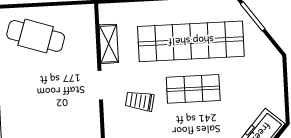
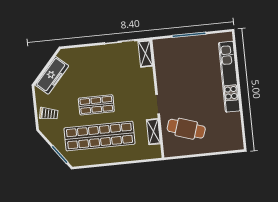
cafe table: (36, 36) -> (186, 129), moved
trolley: (140, 101) -> (49, 114), moved

